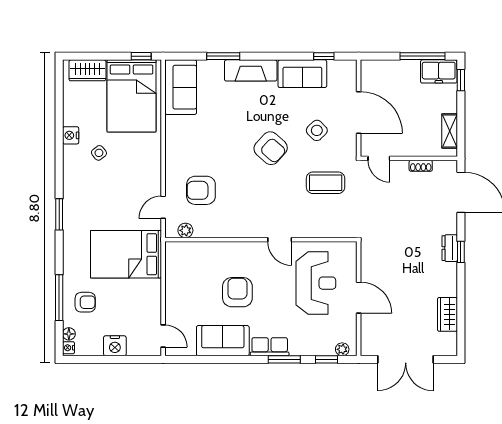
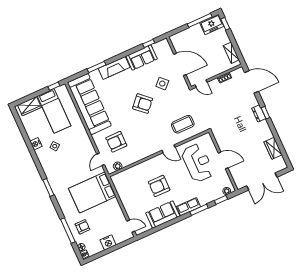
sofa: (181, 87) -> (89, 104), width x1.85, depth x1.27
bed: (132, 96) -> (54, 111), width x0.67
coffee table: (326, 183) -> (183, 124), moved
armchair: (237, 292) -> (159, 186), turned -90

